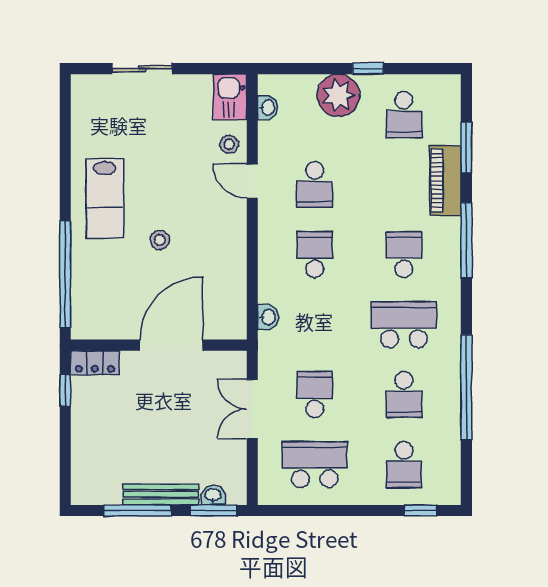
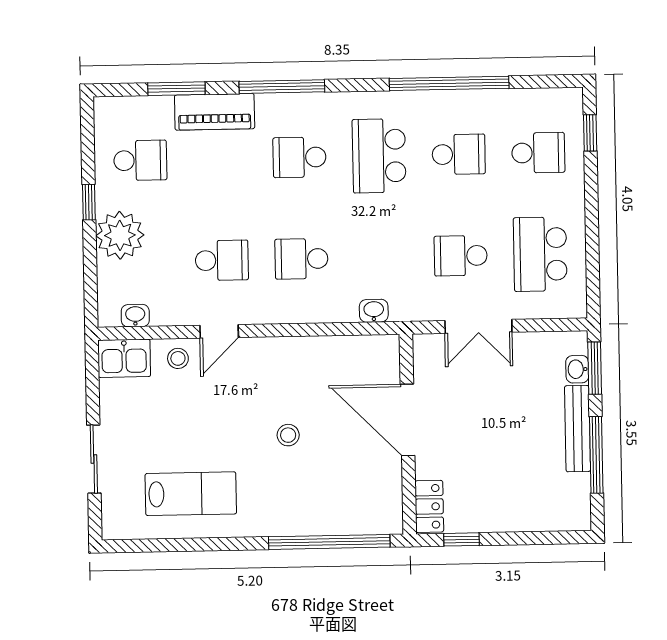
lab bench: (105, 198) -> (191, 494), moved

